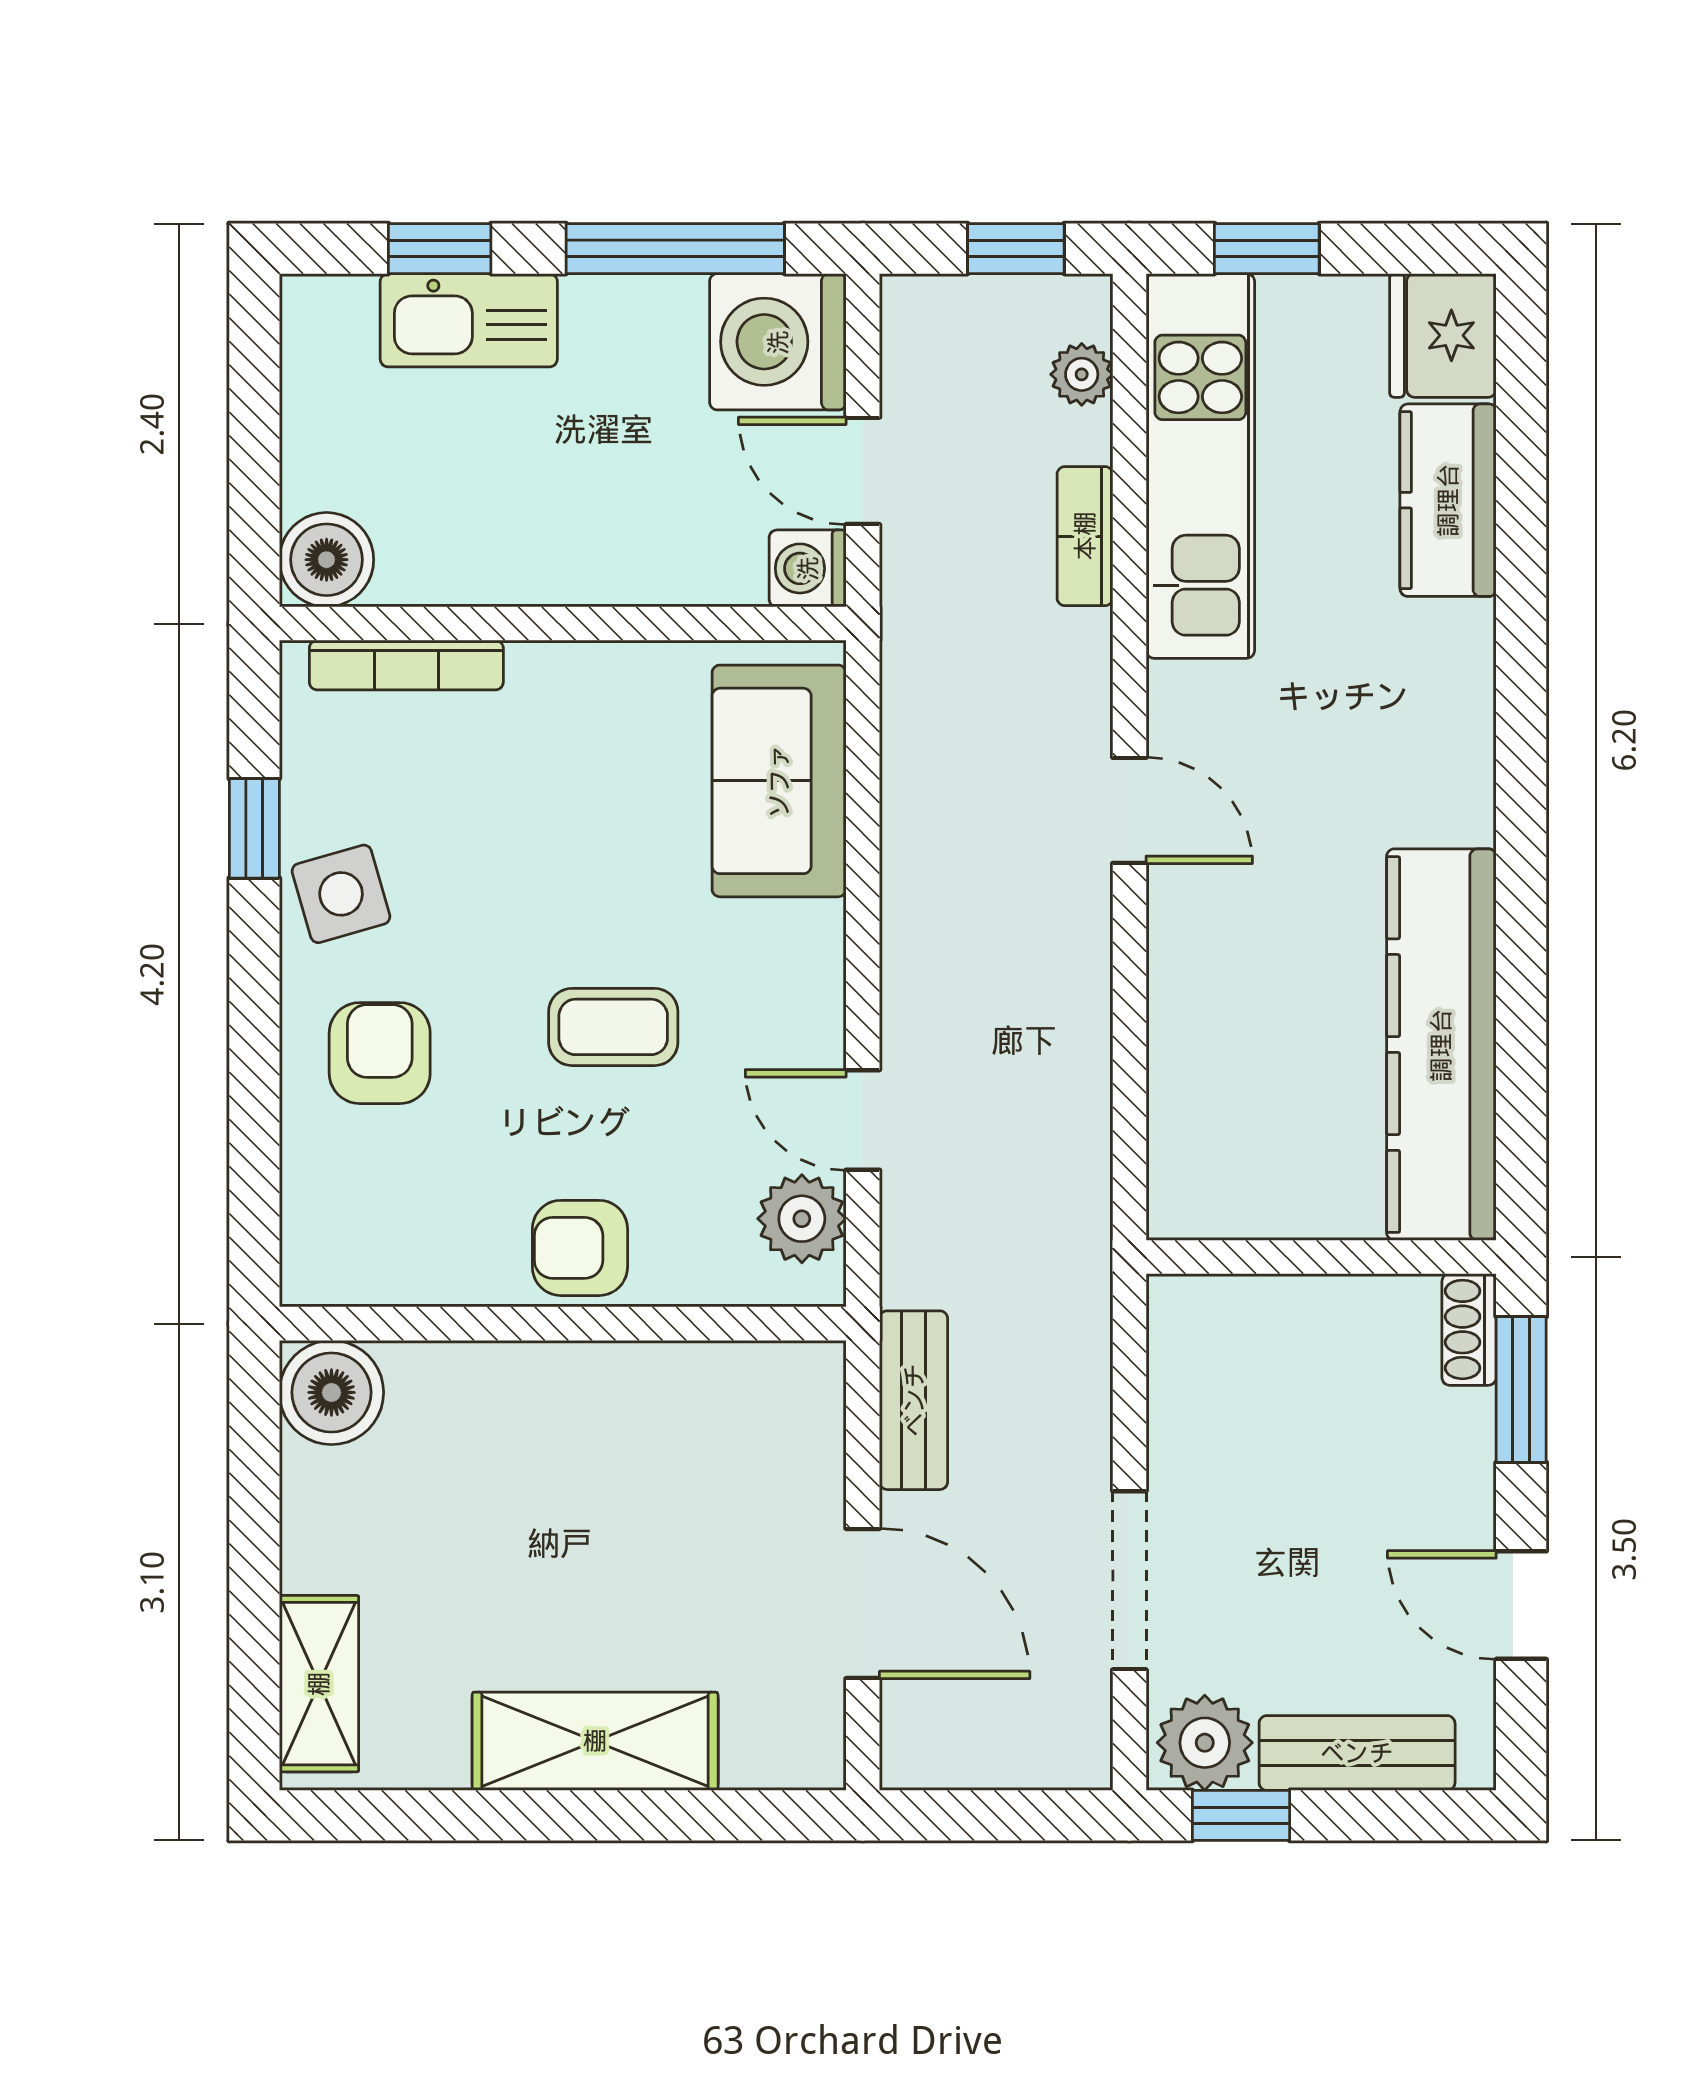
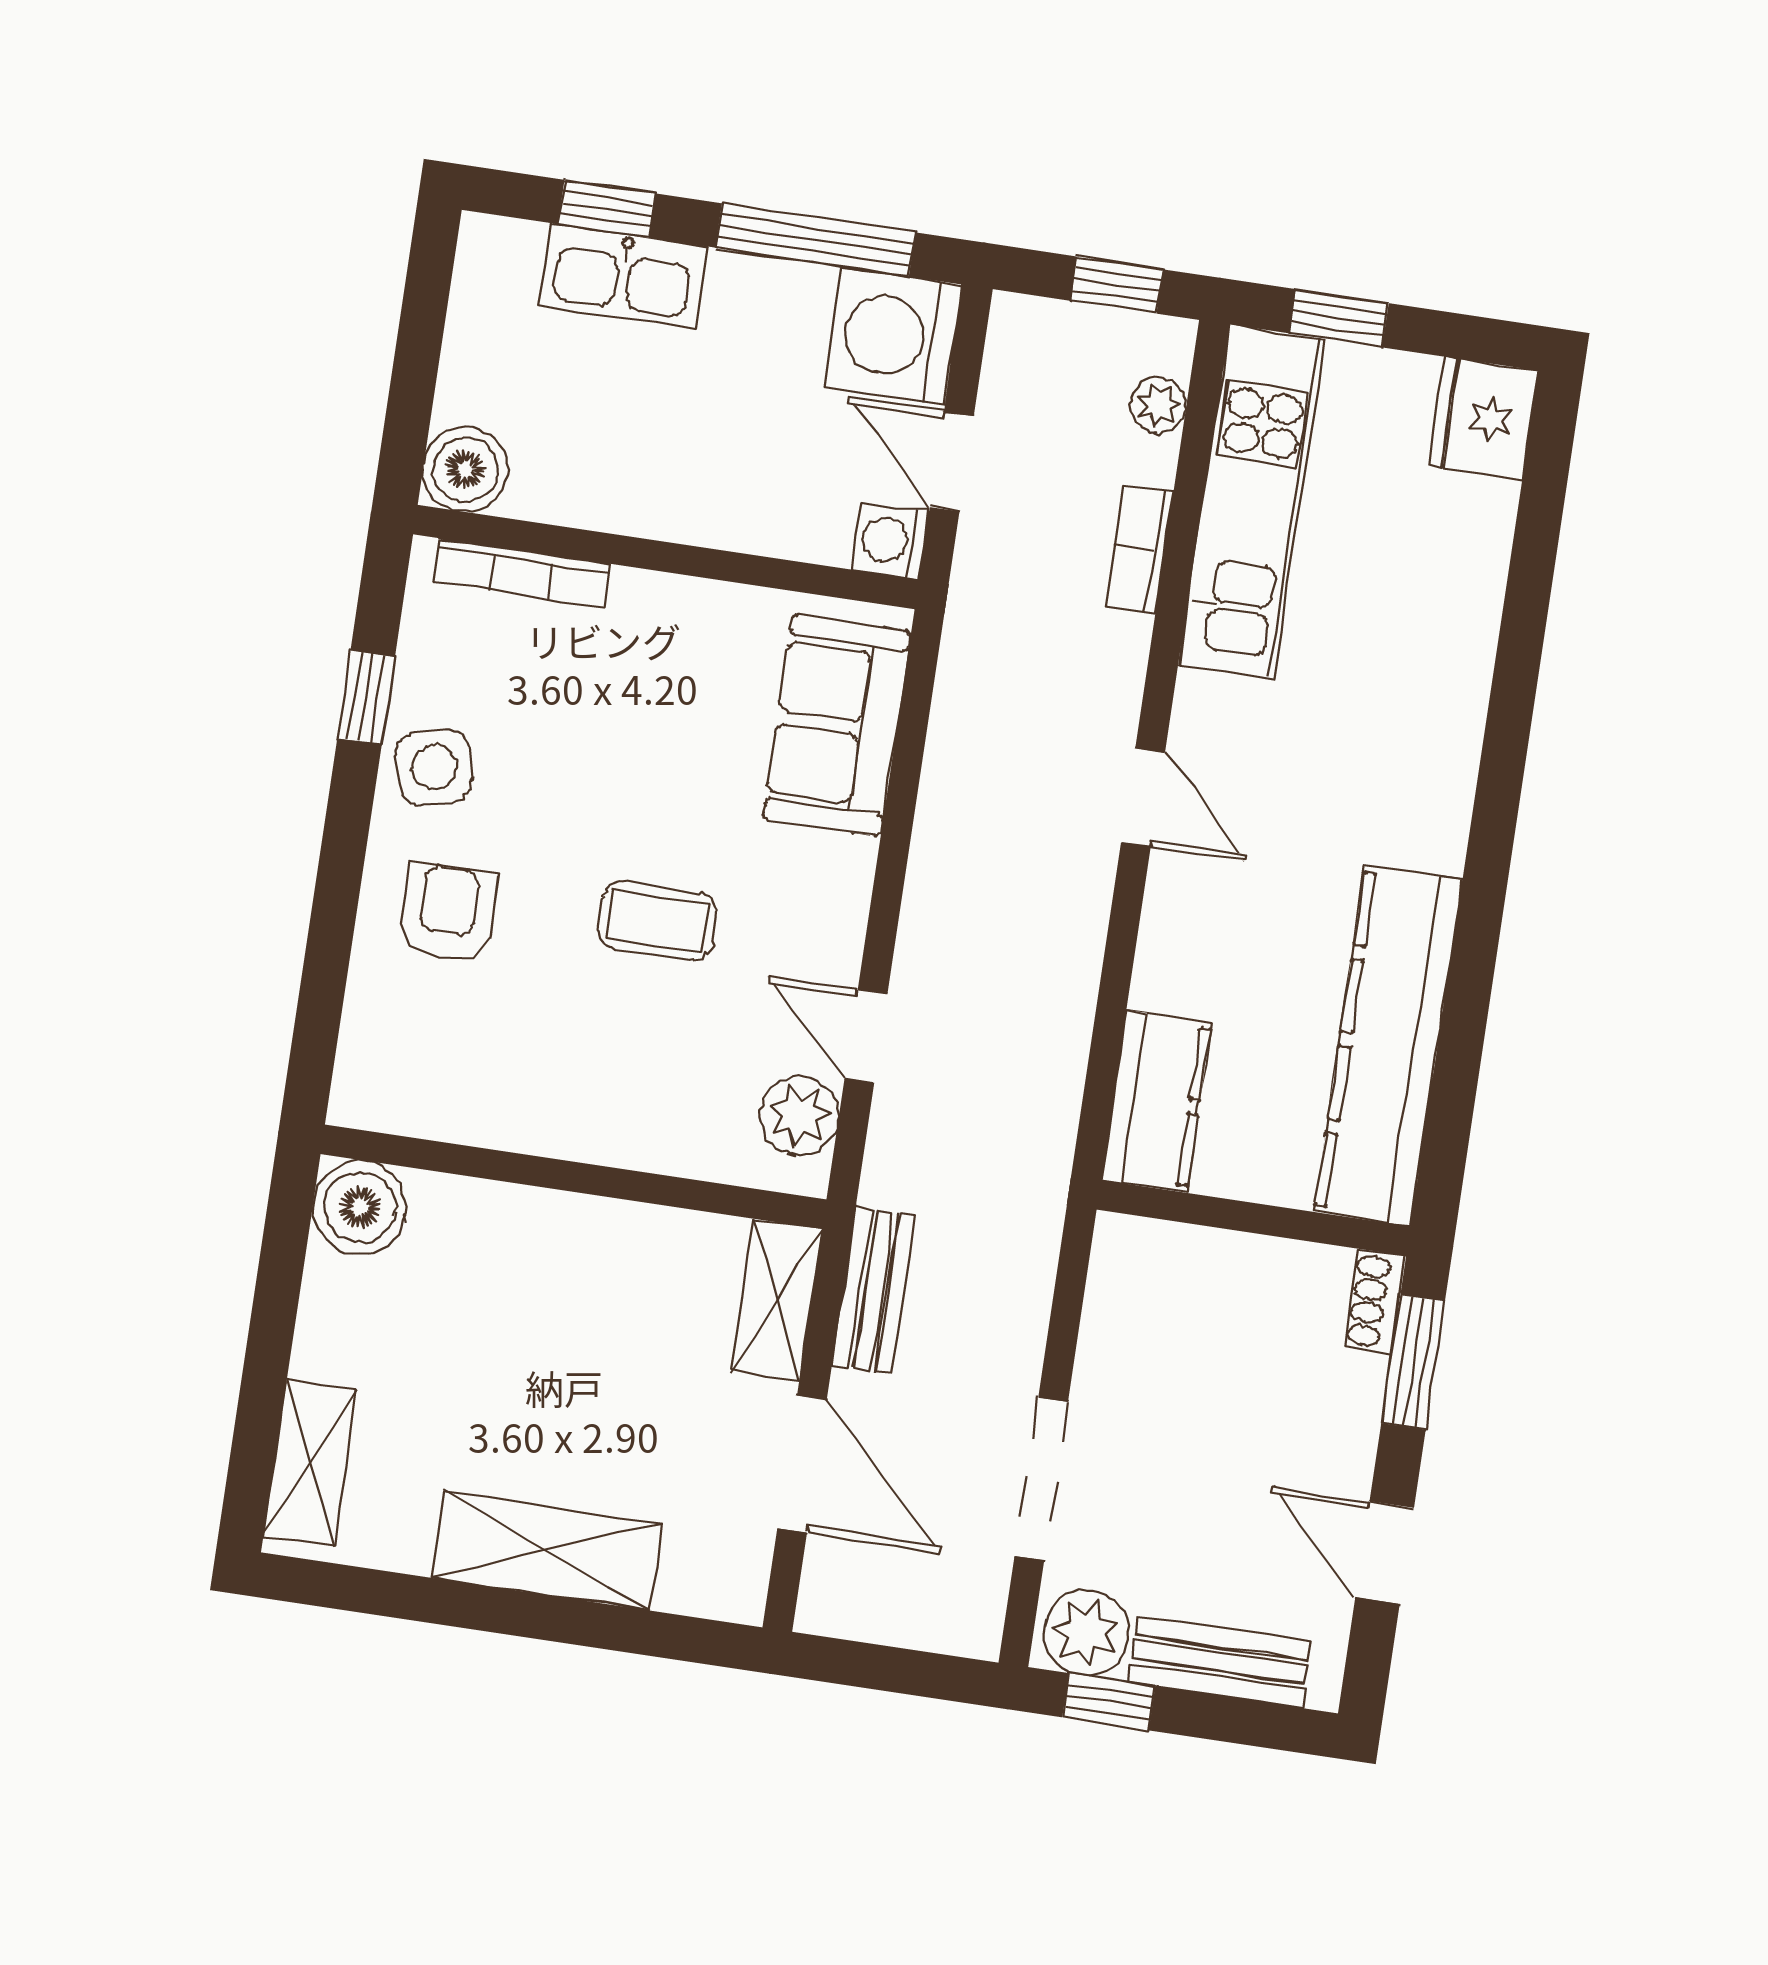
kitchen counter: (1448, 500) -> (1156, 1101), moved, turned 180
armchair: (580, 1248) -> (599, 1112), removed
shelving: (808, 1426) -> (777, 1300), added

